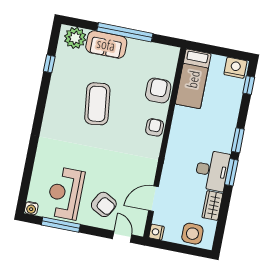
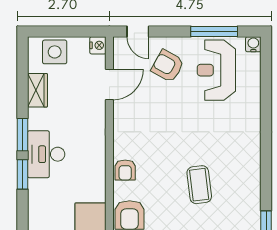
coffee table: (97, 104) -> (199, 185), width x0.73, depth x0.76
desk: (212, 170) -> (46, 154), moved
reception desk: (65, 193) -> (216, 70), turned 180

